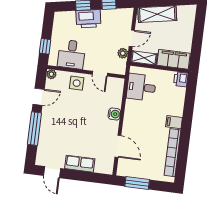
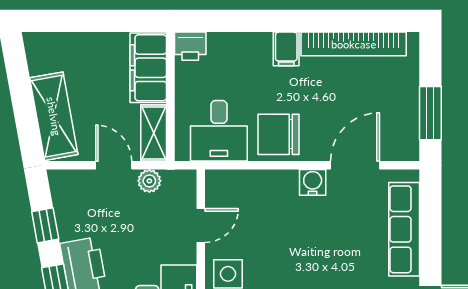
water cooler: (114, 114) -> (313, 182), moved
chair: (136, 114) -> (278, 134), added
row of seats: (80, 164) -> (404, 229), width x1.48

